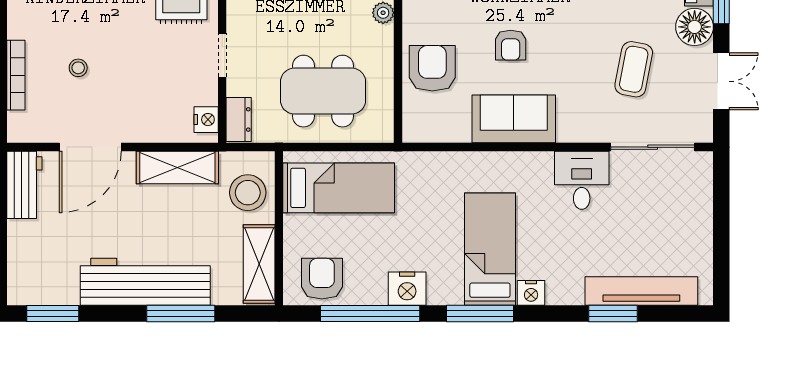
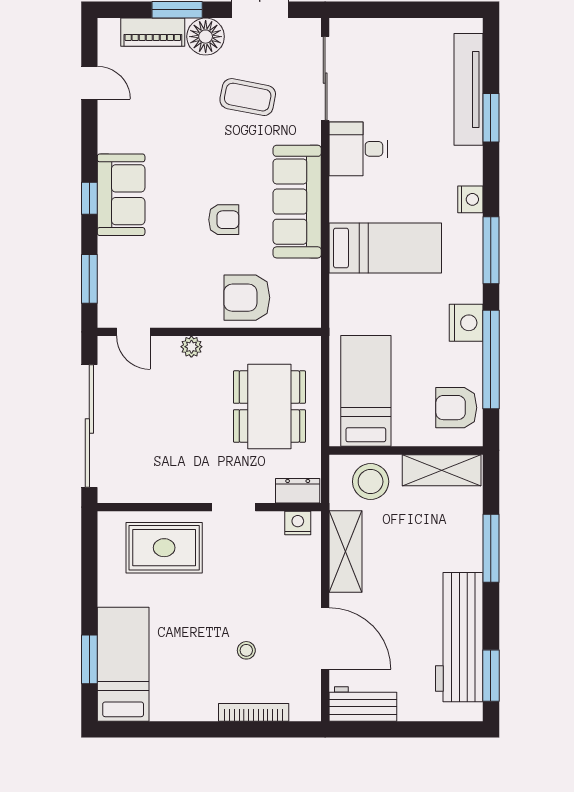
sofa: (514, 119) -> (297, 202), width x1.36
bed: (490, 249) -> (385, 248), moved, turned 180
workbench: (145, 282) -> (459, 637), moved

